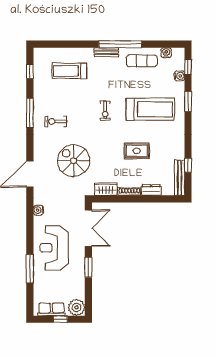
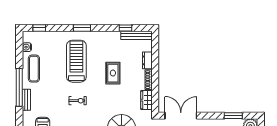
water cooler: (179, 76) -> (47, 36), removed
window: (188, 101) -> (82, 28), moved
window: (88, 267) -> (233, 116), moved

